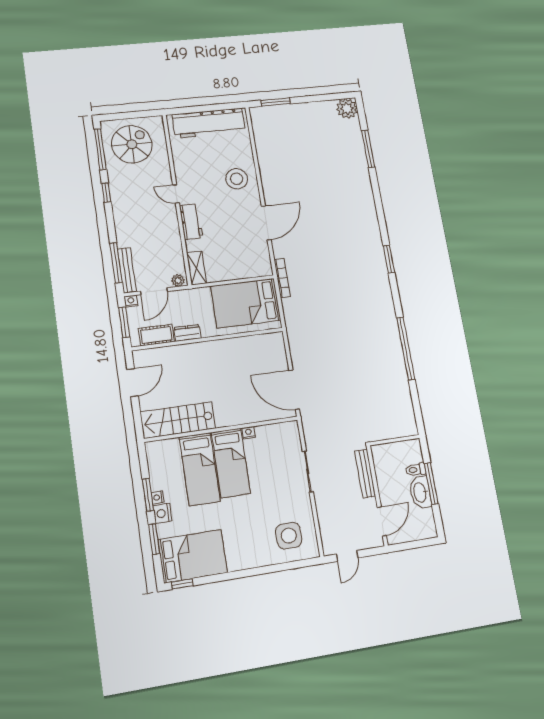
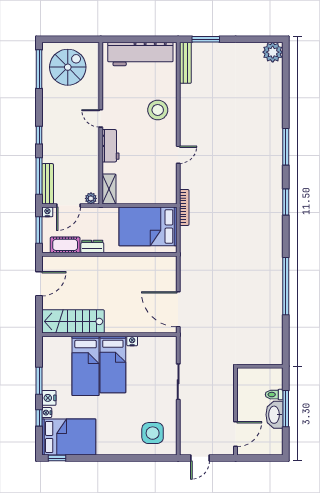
window: (368, 149) -> (286, 147), moved
window: (106, 193) -> (39, 135), moved
door: (266, 223) -> (178, 155), width x0.53
bench: (365, 474) -> (185, 63), moved
nightstand: (158, 497) -> (47, 413), moved
window: (154, 539) -> (39, 418), width x0.67

